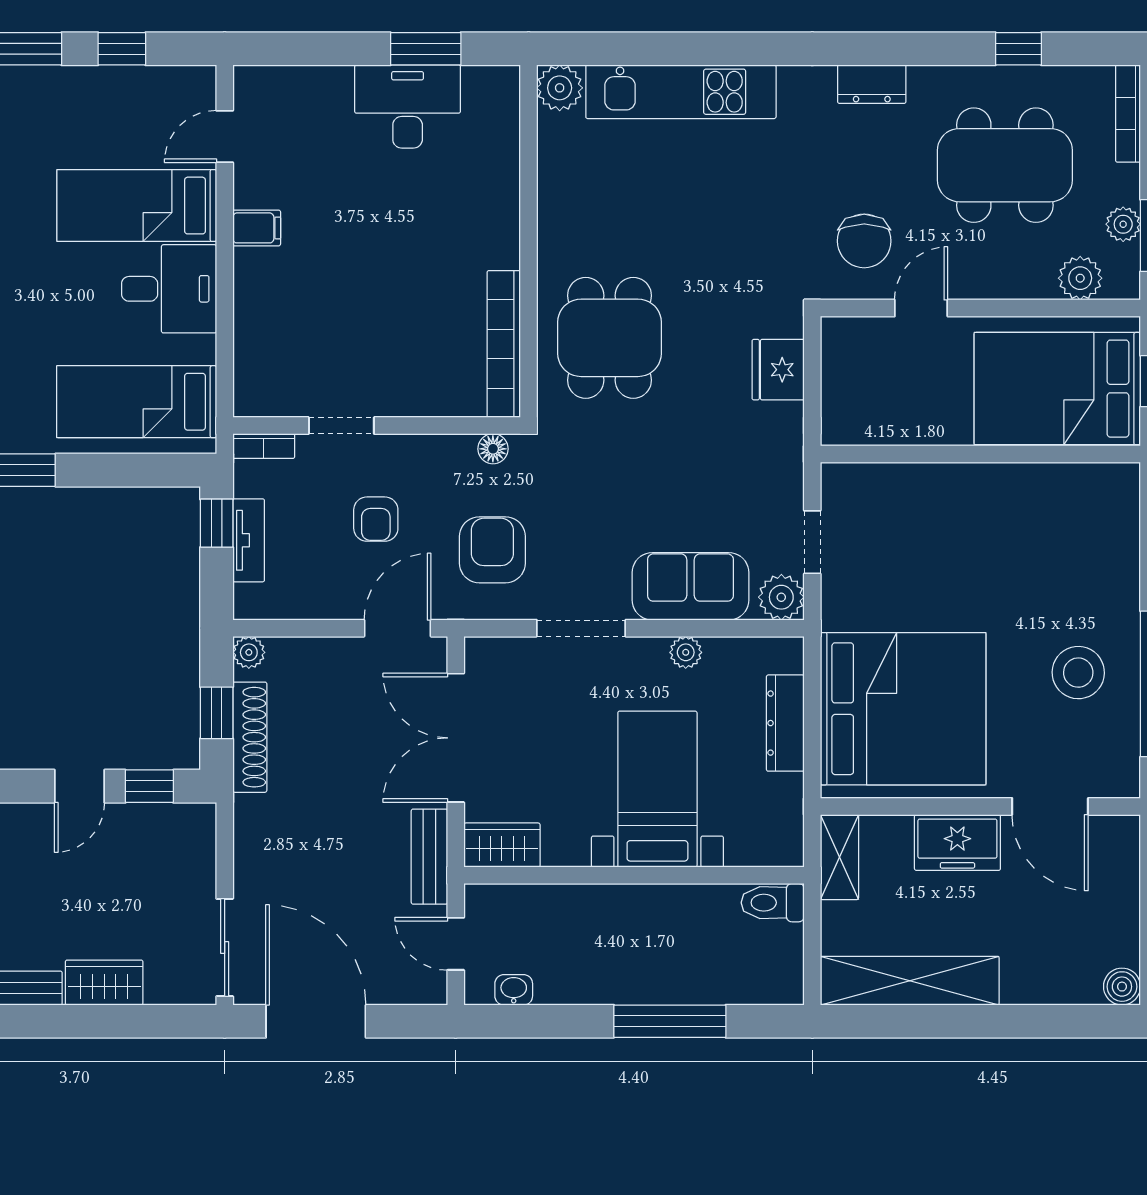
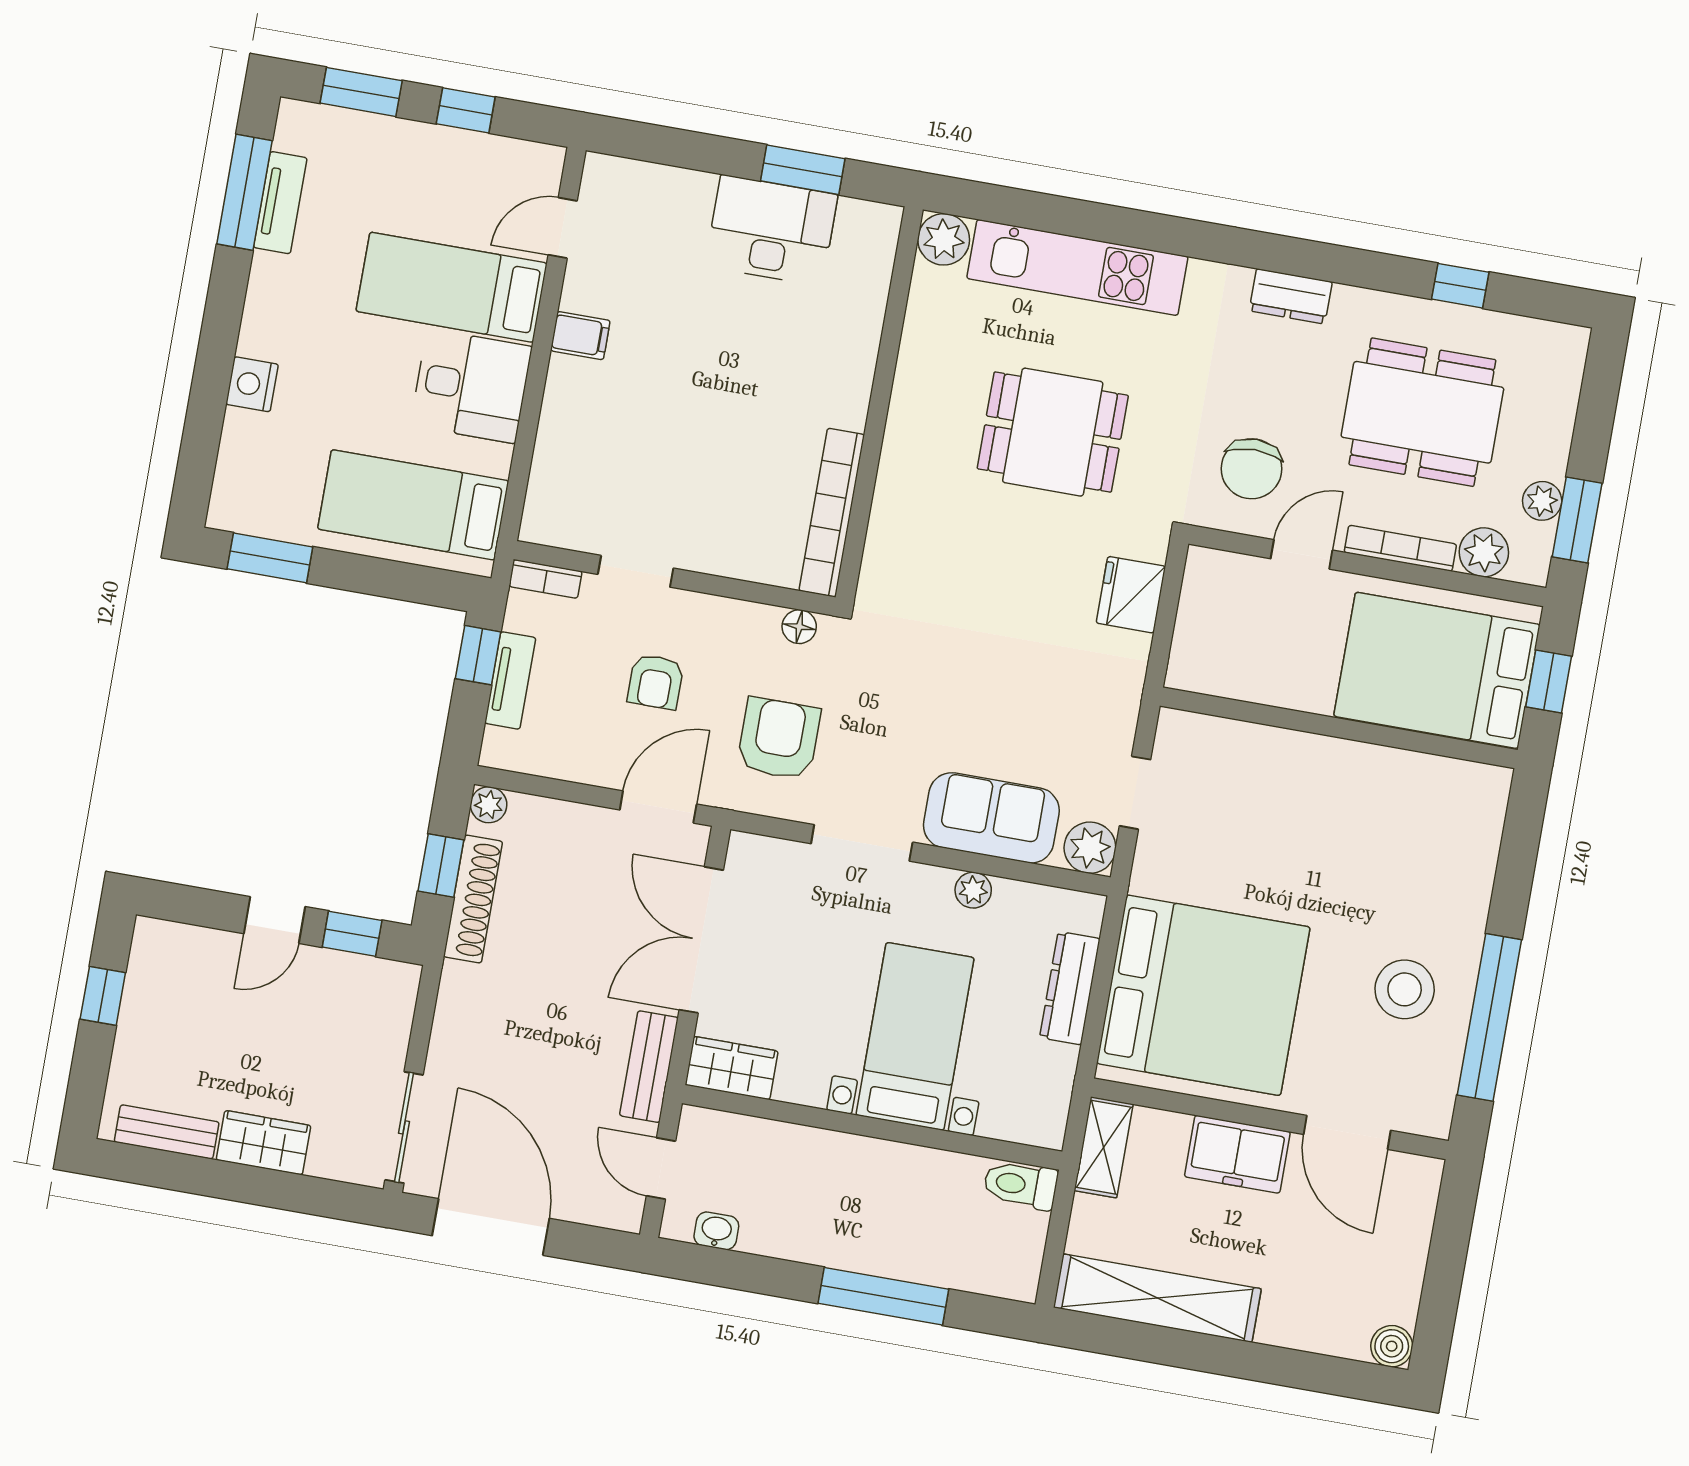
bookcase: (1128, 114) -> (1400, 548), moved, turned 90
dining table: (609, 338) -> (1053, 432), moved, turned 90

